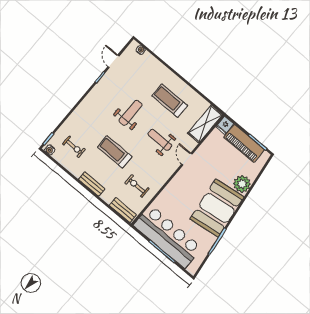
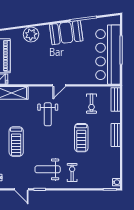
door: (113, 61) -> (21, 189), hinge flipped
treadmill: (170, 101) -> (16, 142), moved
weight bench: (131, 113) -> (48, 169), moved
exercise bike: (74, 147) -> (72, 172), moved
door: (187, 159) -> (59, 85), moved
booth: (217, 208) -> (66, 33), width x0.73, depth x0.70

